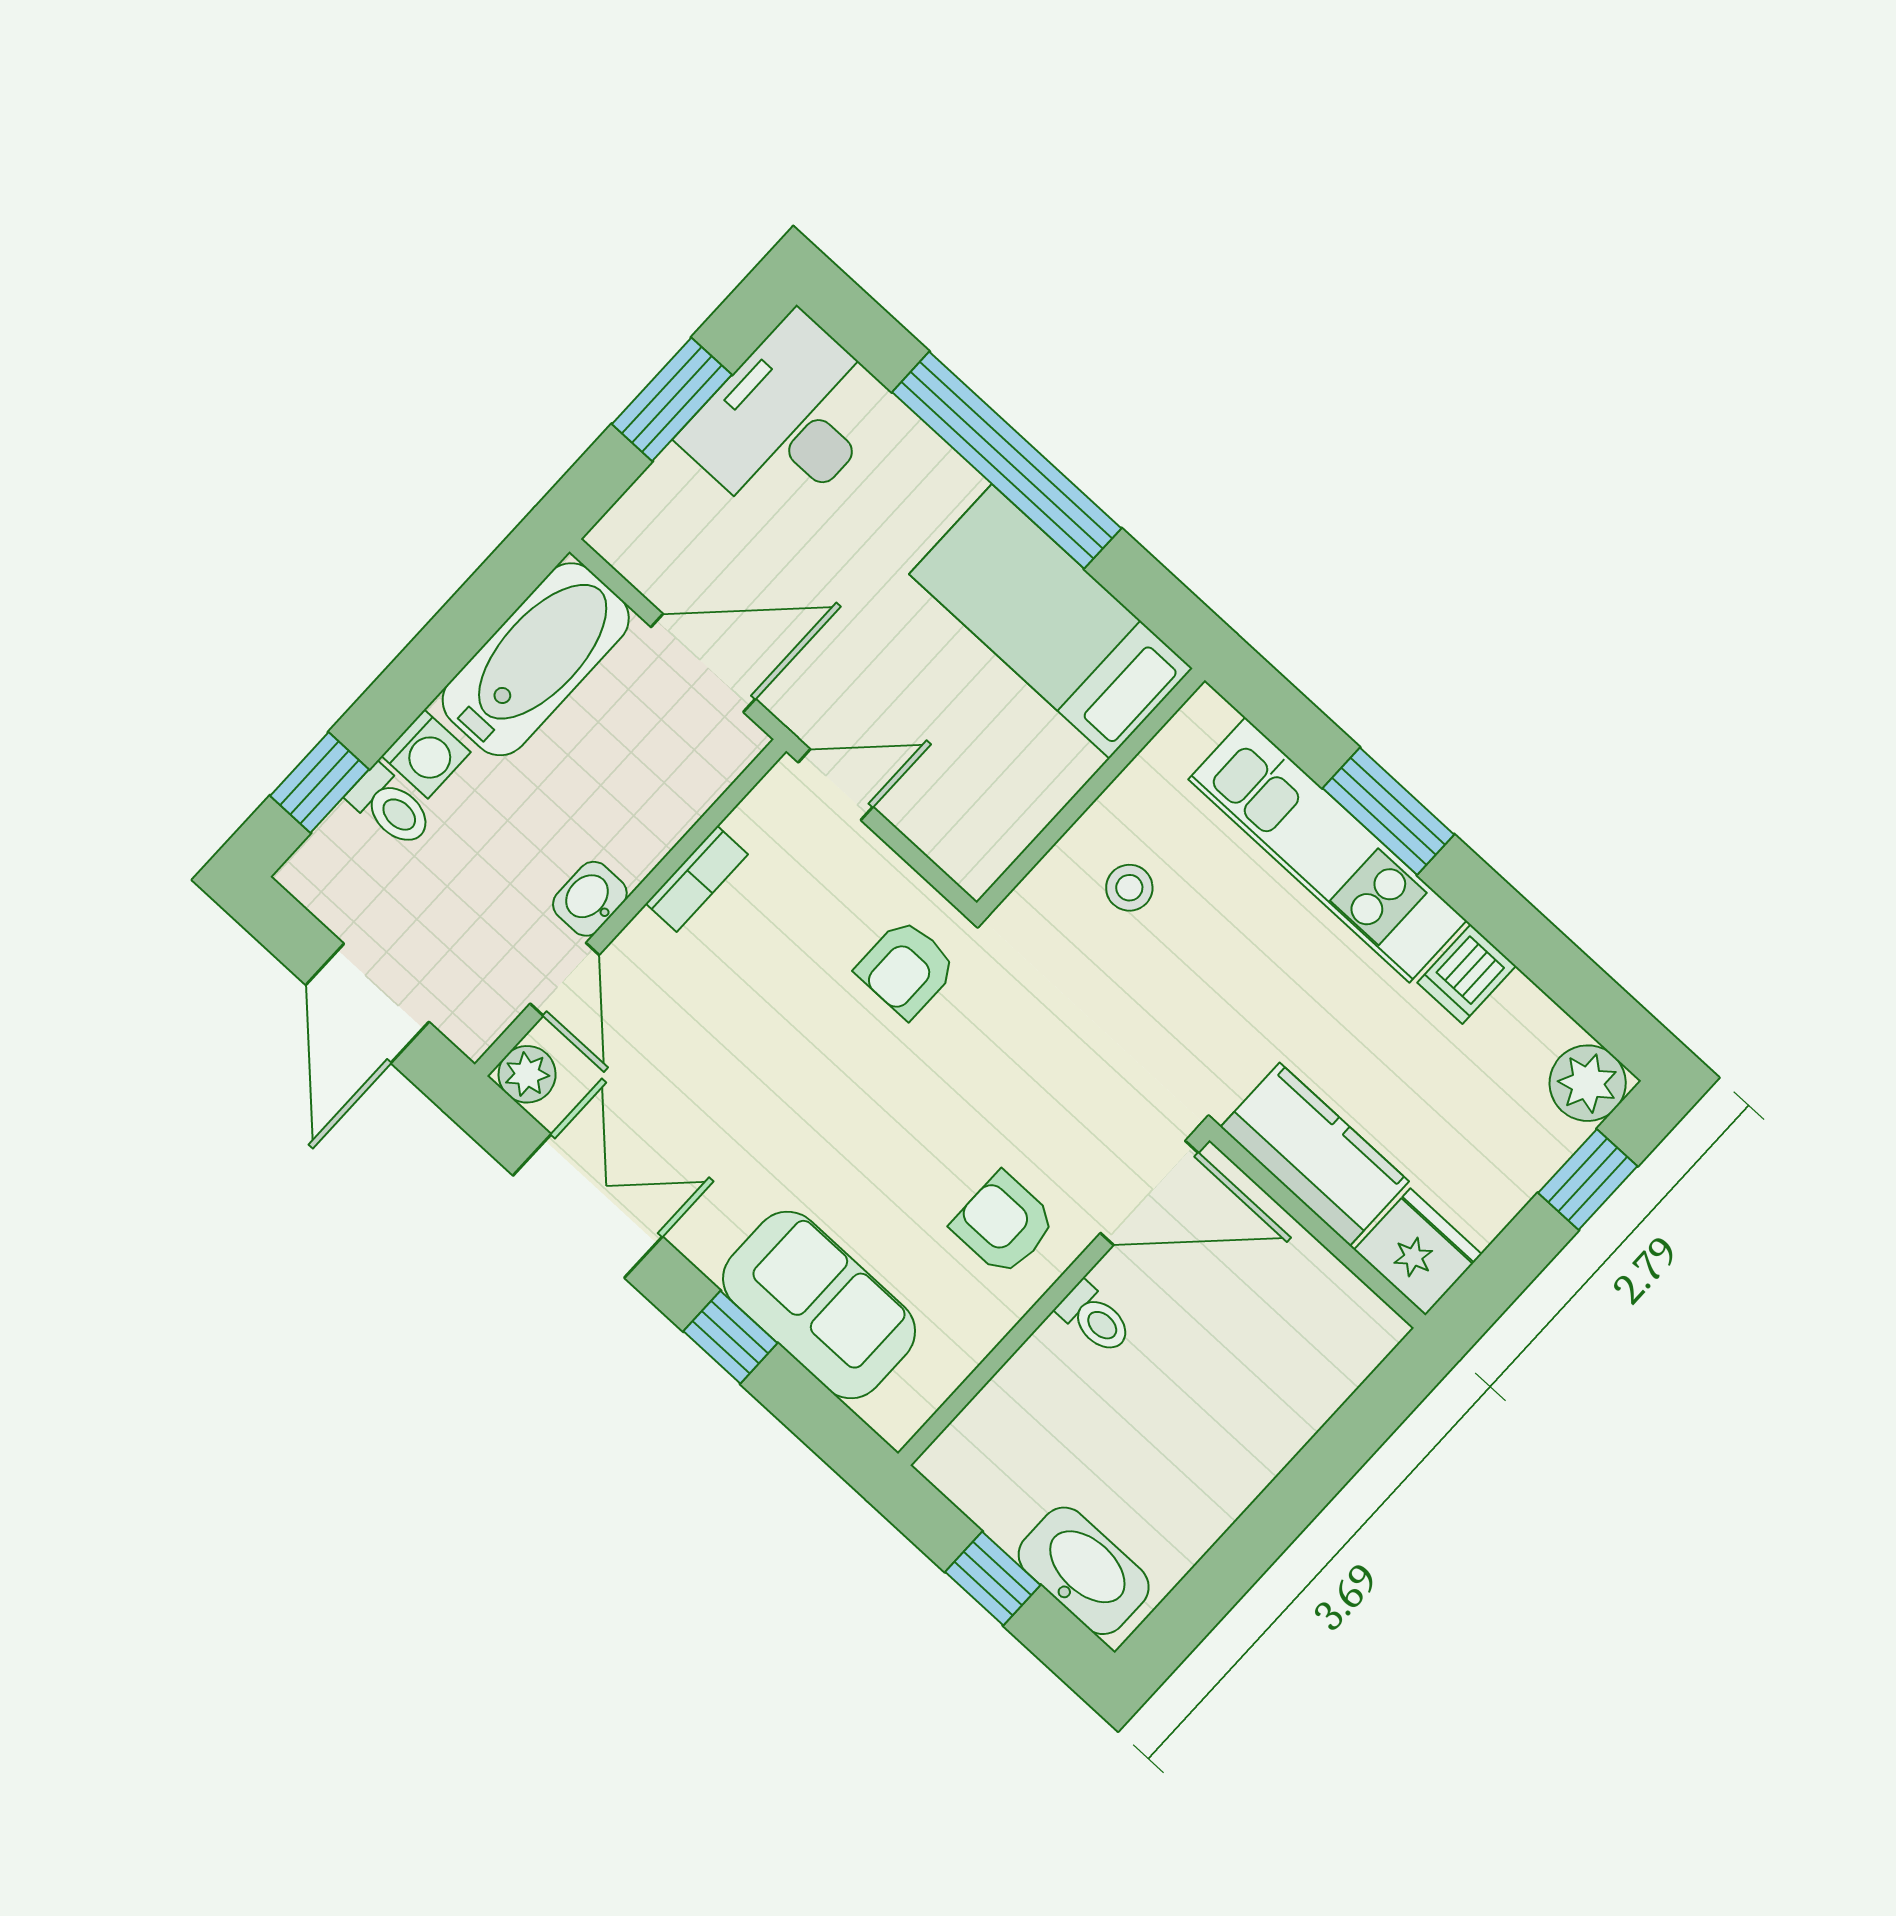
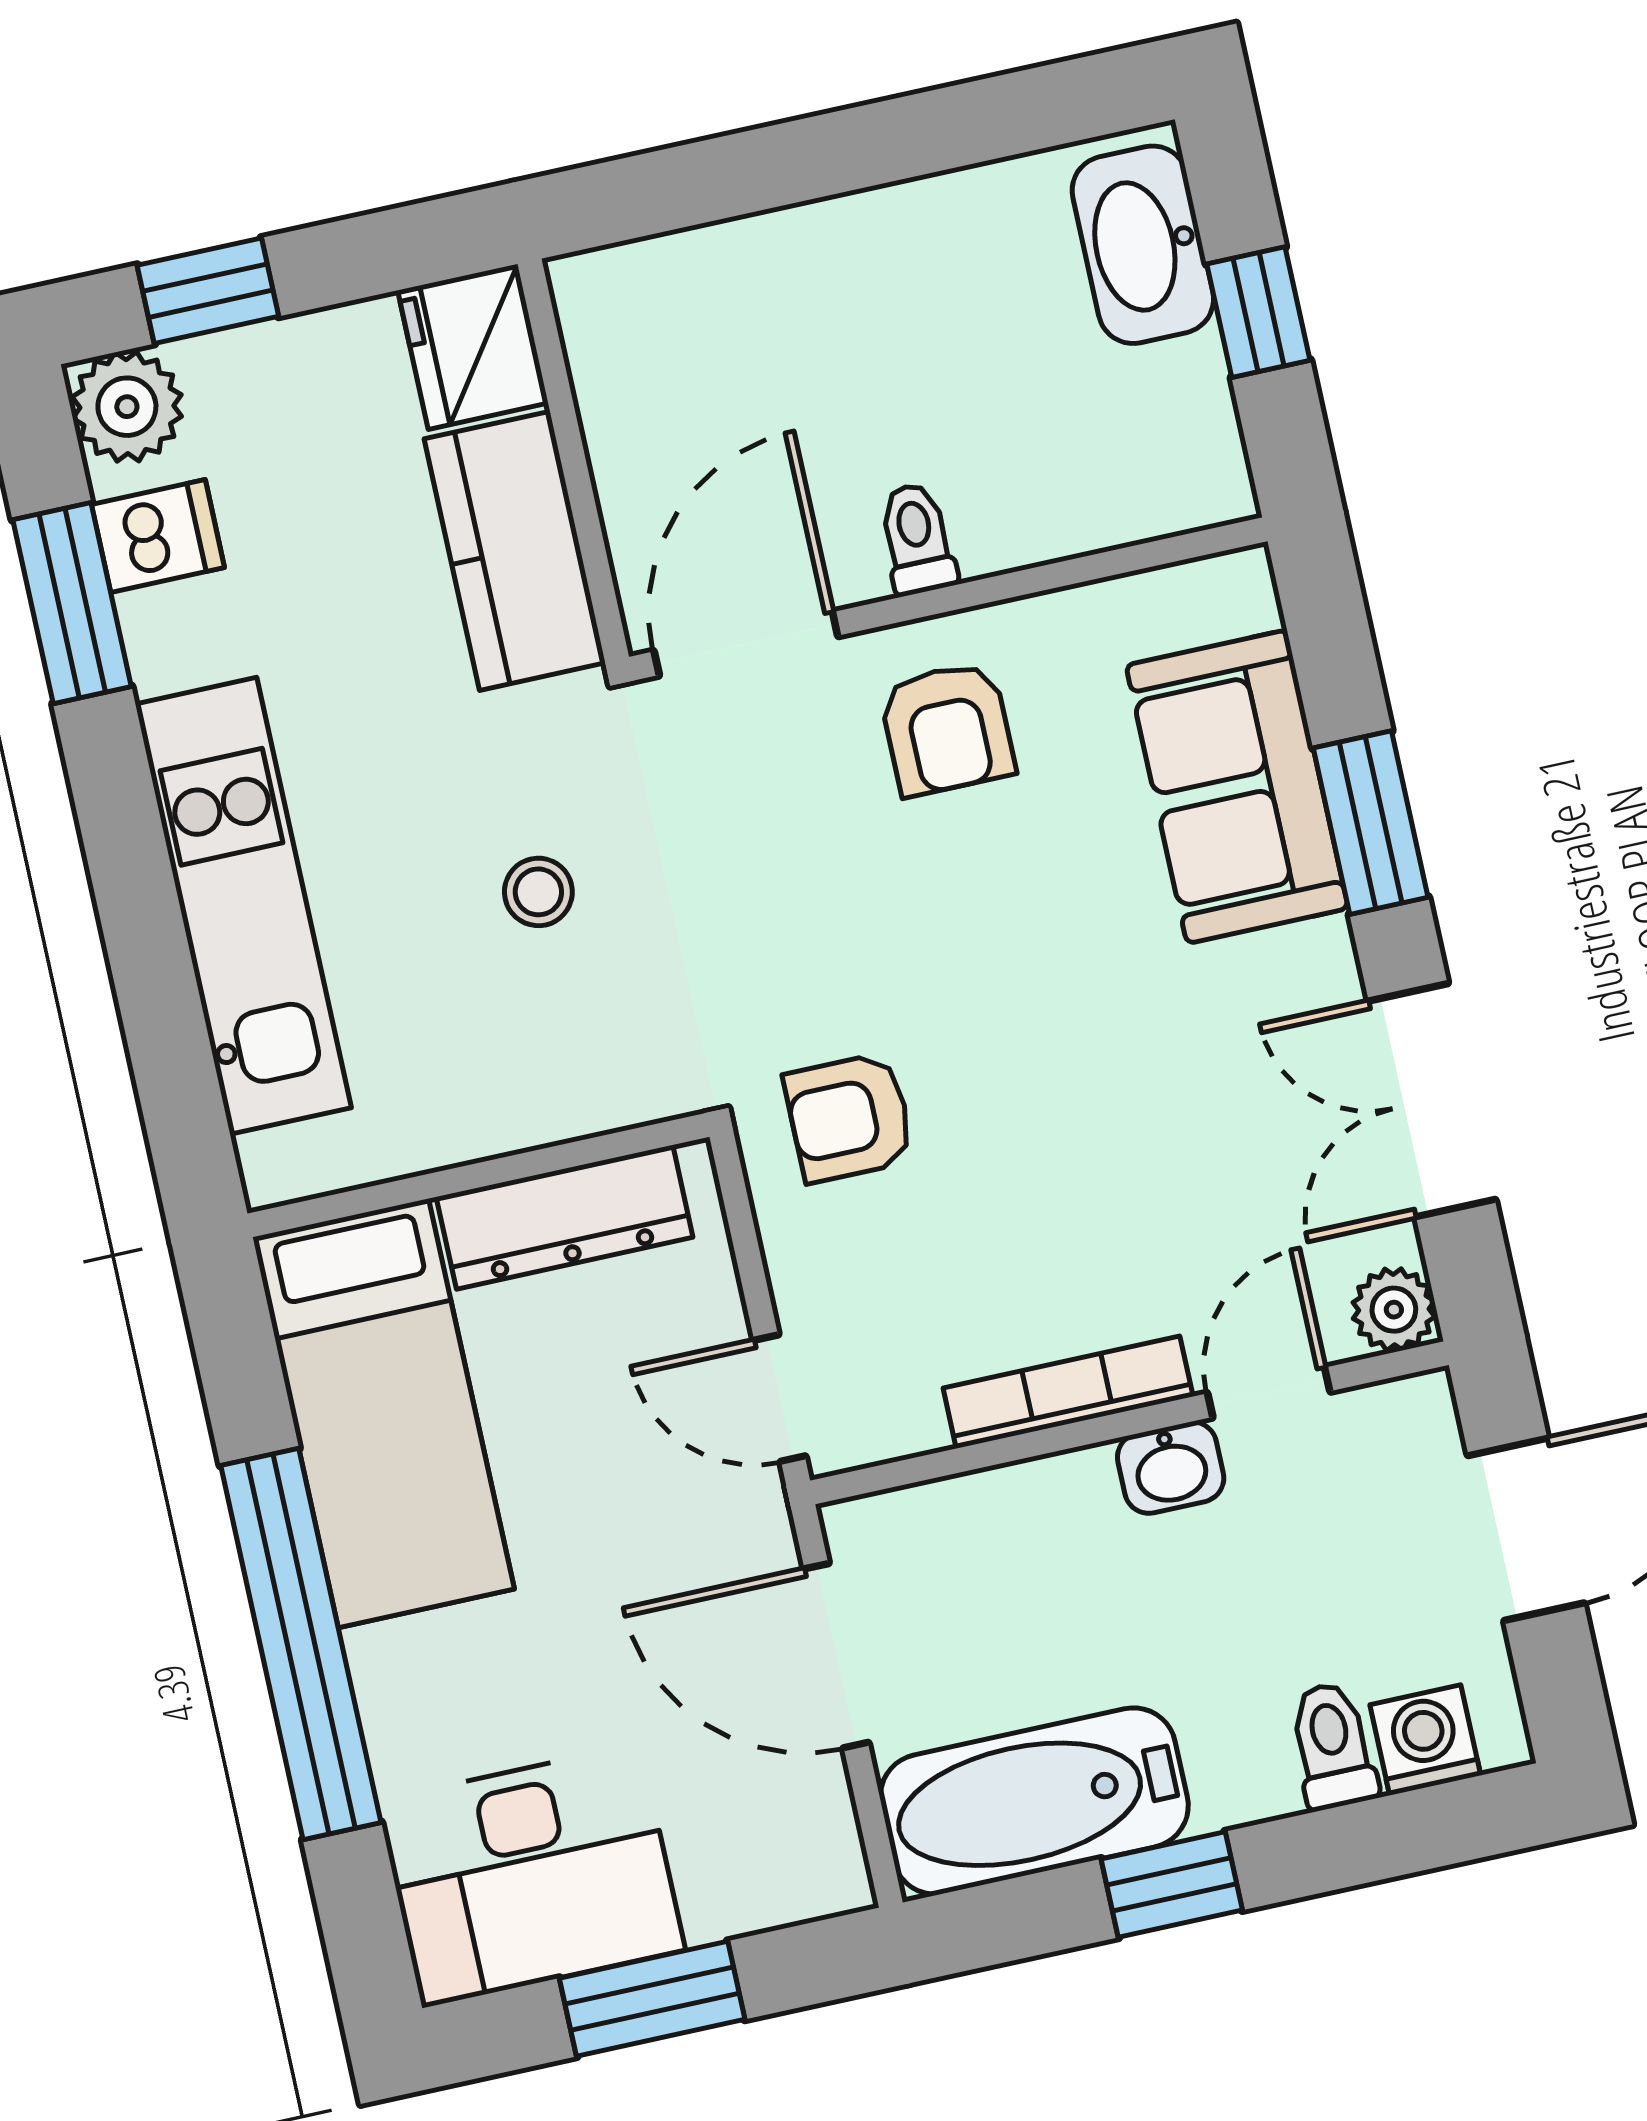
washing machine: (426, 754) -> (1425, 1740), moved
window: (320, 783) -> (1172, 1884), moved
dresser: (1026, 802) -> (565, 1217), added
window: (1388, 811) -> (72, 603), moved
bookcase: (697, 879) -> (1068, 1392), width x1.56
stool: (1129, 888) -> (538, 892), moved
armchair: (906, 969) -> (849, 1118), turned 180
dishwasher: (1467, 974) -> (158, 536), moved
door: (1149, 1193) -> (746, 643), hinge flipped
window: (730, 1337) -> (1371, 823), width x1.50

